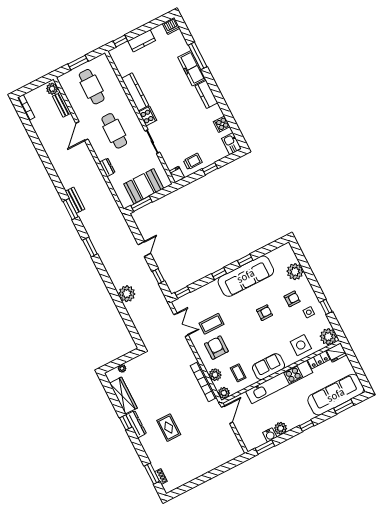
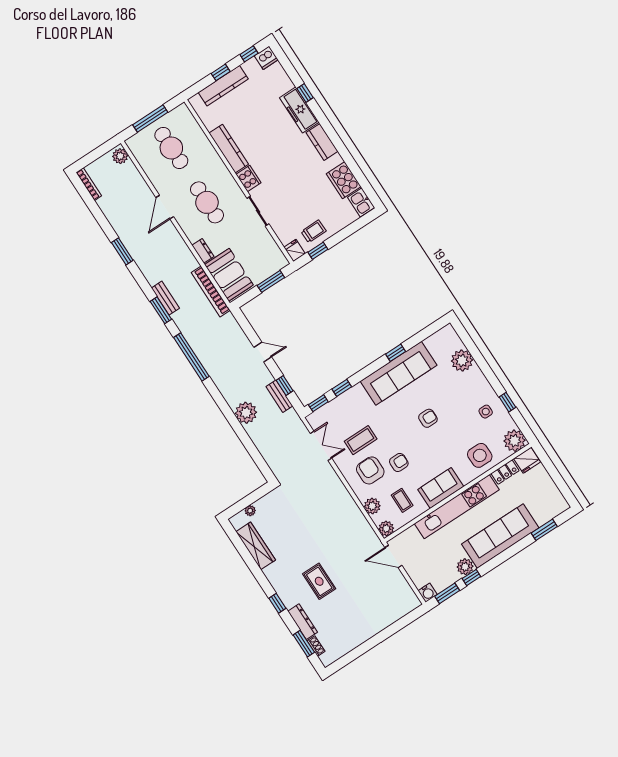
window: (158, 22) -> (249, 54), added
window: (120, 41) -> (221, 72), moved
kitchen counter: (142, 41) -> (223, 86), width x1.50
window: (198, 56) -> (305, 93), width x0.46
window: (78, 63) -> (150, 119), width x1.44
bench: (62, 105) -> (279, 396), moved
cooker: (222, 124) -> (344, 180), width x1.87, depth x1.31
window: (46, 161) -> (122, 251), added
window: (210, 169) -> (318, 251), moved
booth: (144, 186) -> (229, 275), moved, turned 90
window: (142, 204) -> (271, 281), moved
window: (90, 247) -> (191, 357), width x2.11
door: (144, 249) -> (263, 352), hinge flipped
window: (219, 274) -> (342, 388), moved
armchair: (292, 299) -> (399, 462), moved
bookcase: (203, 382) -> (211, 291), moved
sofa: (336, 395) -> (500, 536), moved
door: (227, 415) -> (393, 556), swing flipped
window: (126, 422) -> (277, 603), moved
dresser: (136, 424) -> (303, 622), moved
window: (307, 426) -> (471, 578), moved
water cooler: (270, 435) -> (428, 593), moved

